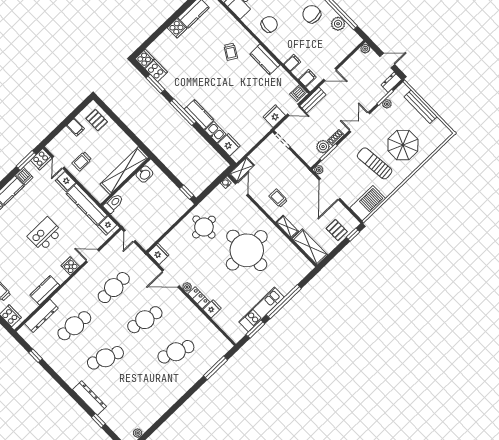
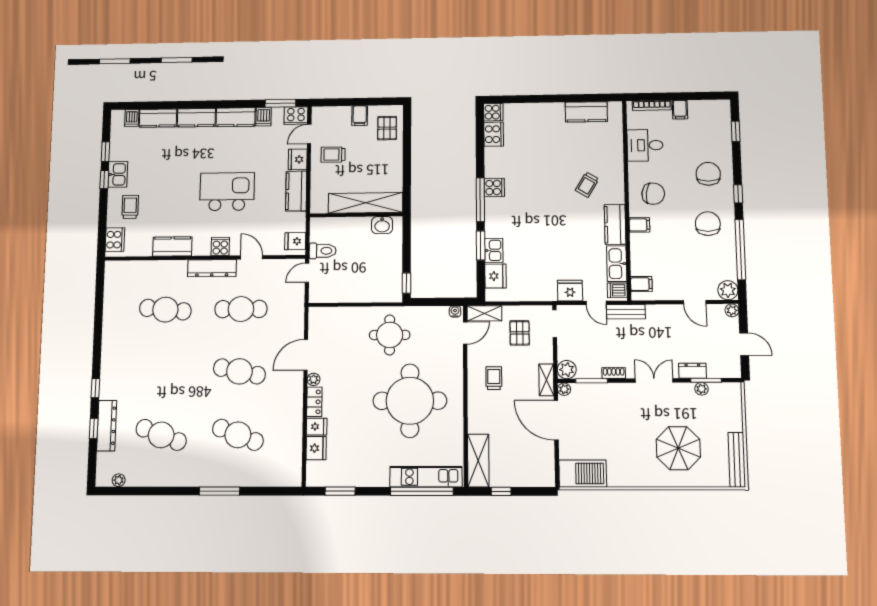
plant: (338, 24) -> (728, 290), moved
cooker: (177, 28) -> (494, 188), moved, turned -90
filing cabinet: (292, 63) -> (639, 225), moved
door: (330, 74) -> (695, 302), moved
kitchen sink: (285, 79) -> (617, 264), added
dresser: (391, 82) -> (693, 371), moved
window: (155, 84) -> (481, 245), moved
bench: (421, 107) -> (737, 460), moved
kitchen counter: (199, 115) -> (494, 217), removed
plant: (323, 147) -> (567, 370), moved
sun lounger: (375, 163) -> (630, 439), removed
door: (330, 189) -> (556, 420), hinge flipped
toilet: (113, 203) -> (323, 251), moved
kitchen counter: (87, 204) -> (296, 191), width x0.67
shelving: (287, 227) -> (546, 380), moved
pallet: (337, 230) -> (520, 333), moved
kitchen island: (45, 234) -> (227, 192), width x1.37, depth x1.28
window: (353, 235) -> (501, 491), moved
fridge: (159, 254) -> (316, 448), moved
door: (171, 278) -> (306, 355), hinge flipped
window: (284, 302) -> (422, 491), moved
kitchen unit: (261, 309) -> (426, 477), moved
dresser: (41, 316) -> (212, 268), moved
window: (35, 356) -> (95, 388), moved
cafe table: (105, 358) -> (161, 435), moved
window: (215, 368) -> (219, 491), moved
dresser: (89, 398) -> (107, 426), moved

